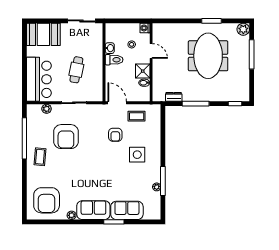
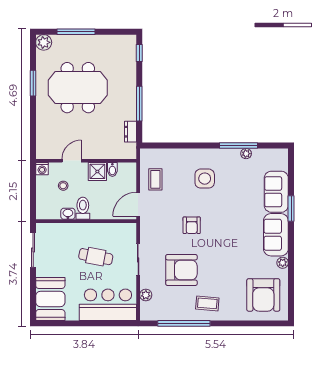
armchair: (115, 135) -> (192, 225), moved, turned 90
armchair: (47, 200) -> (263, 295), turned 90

